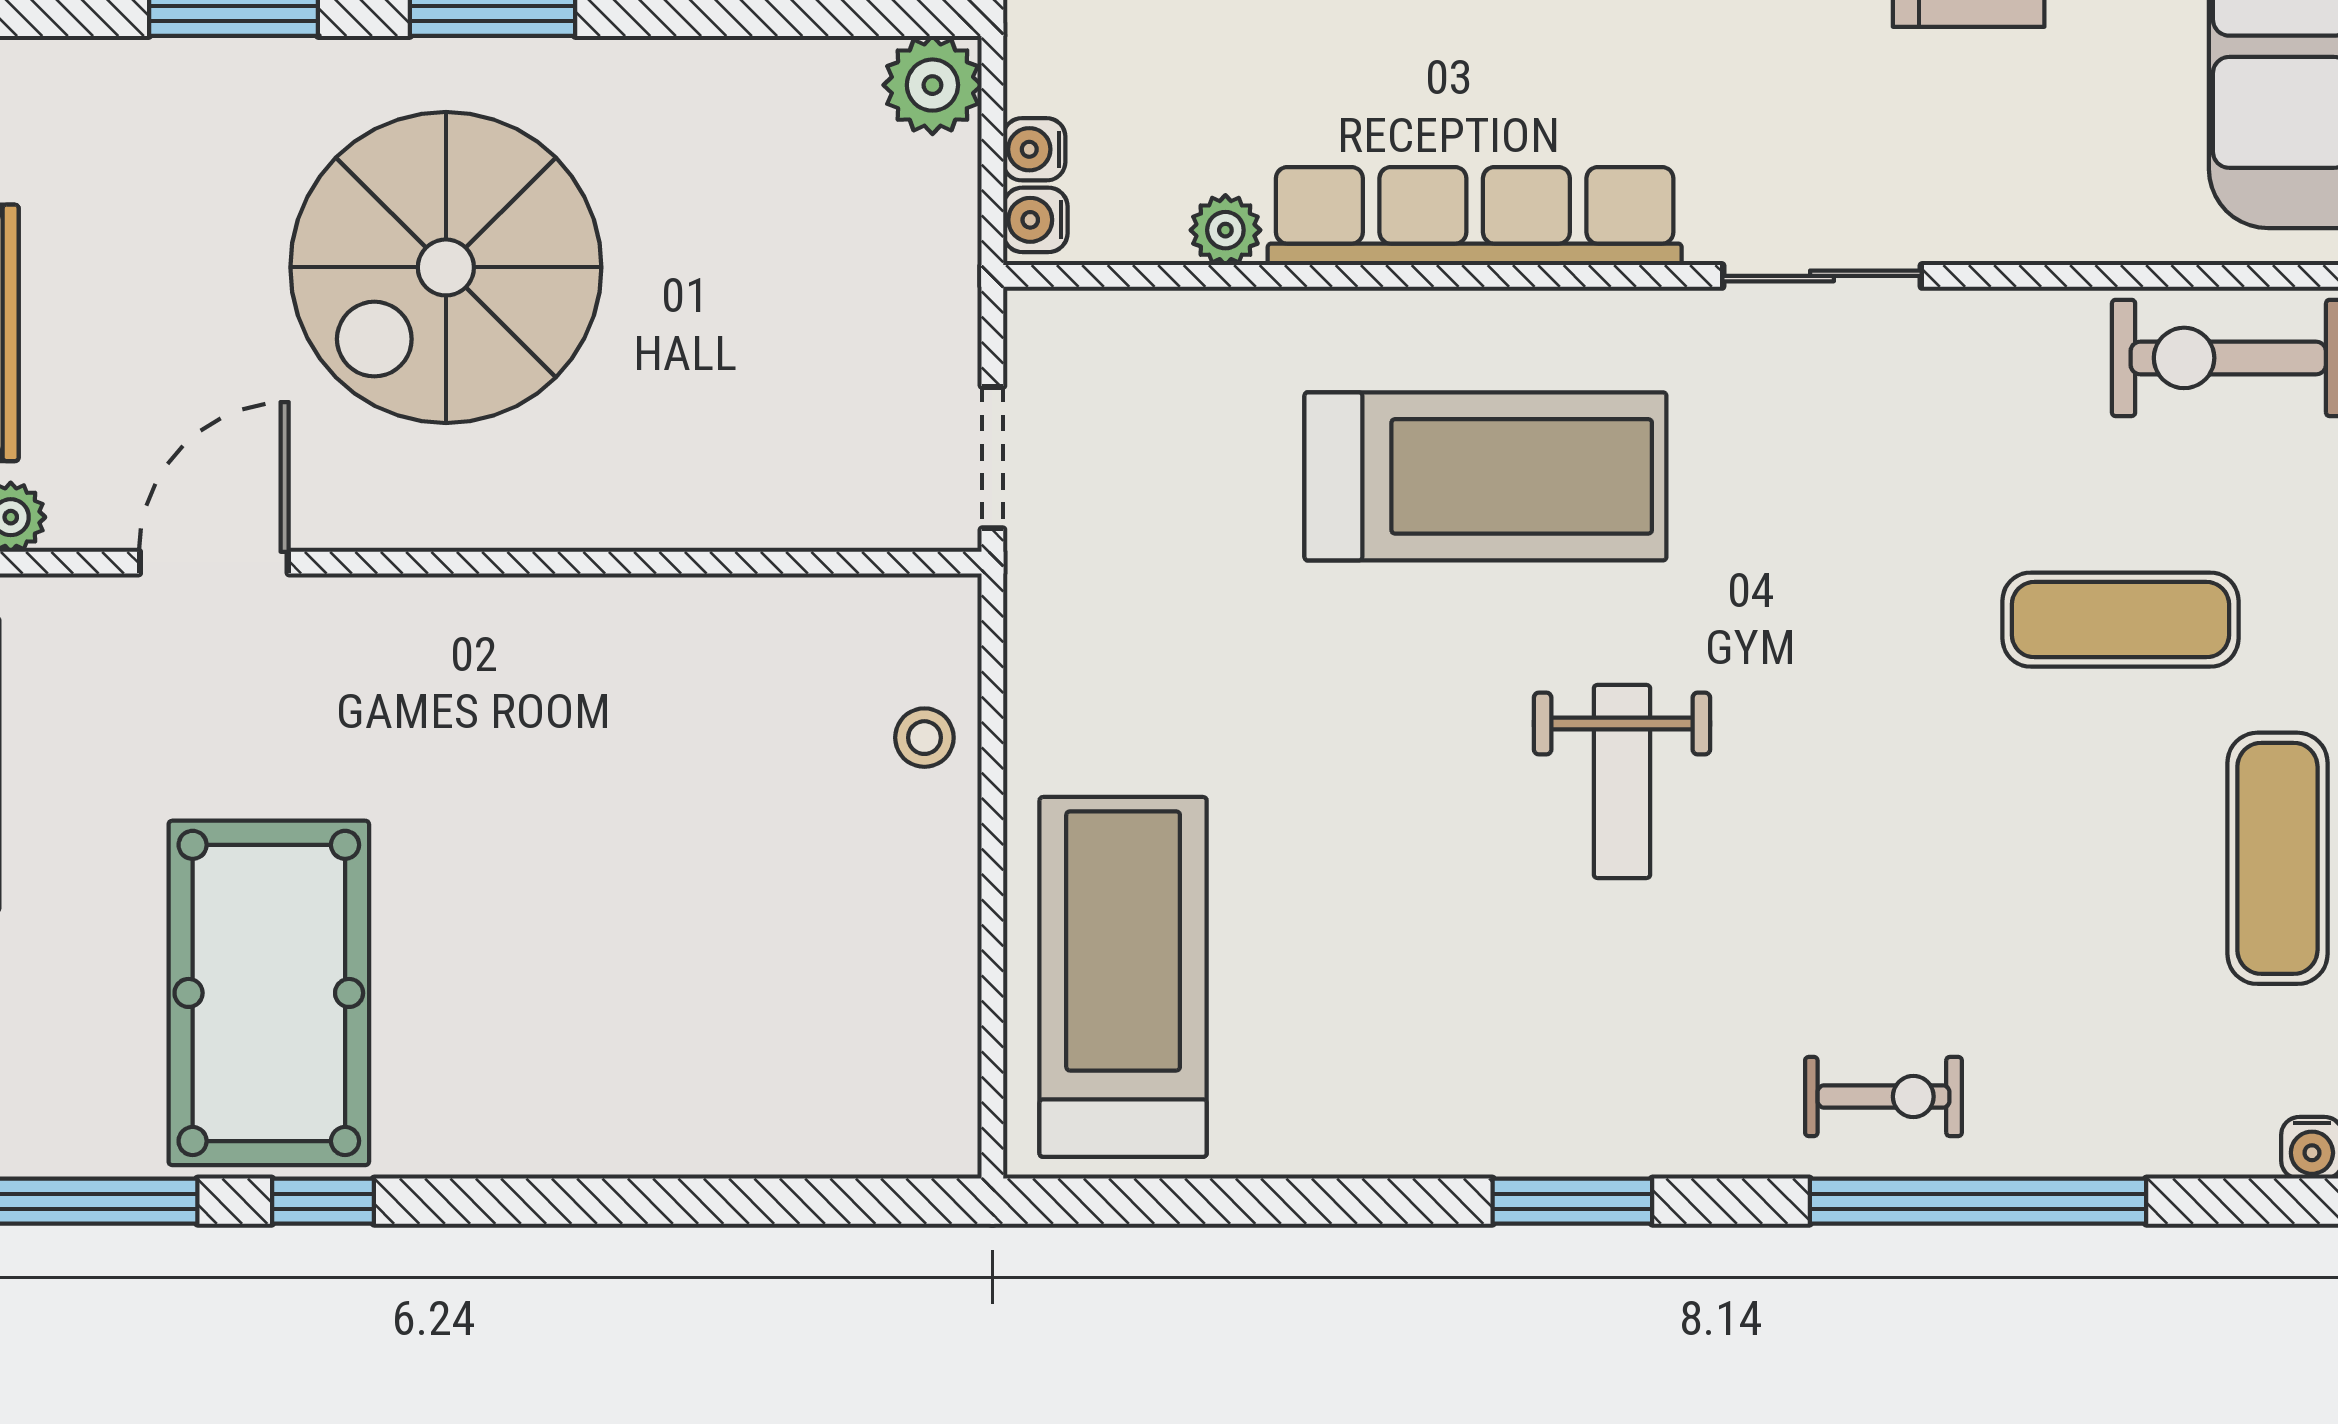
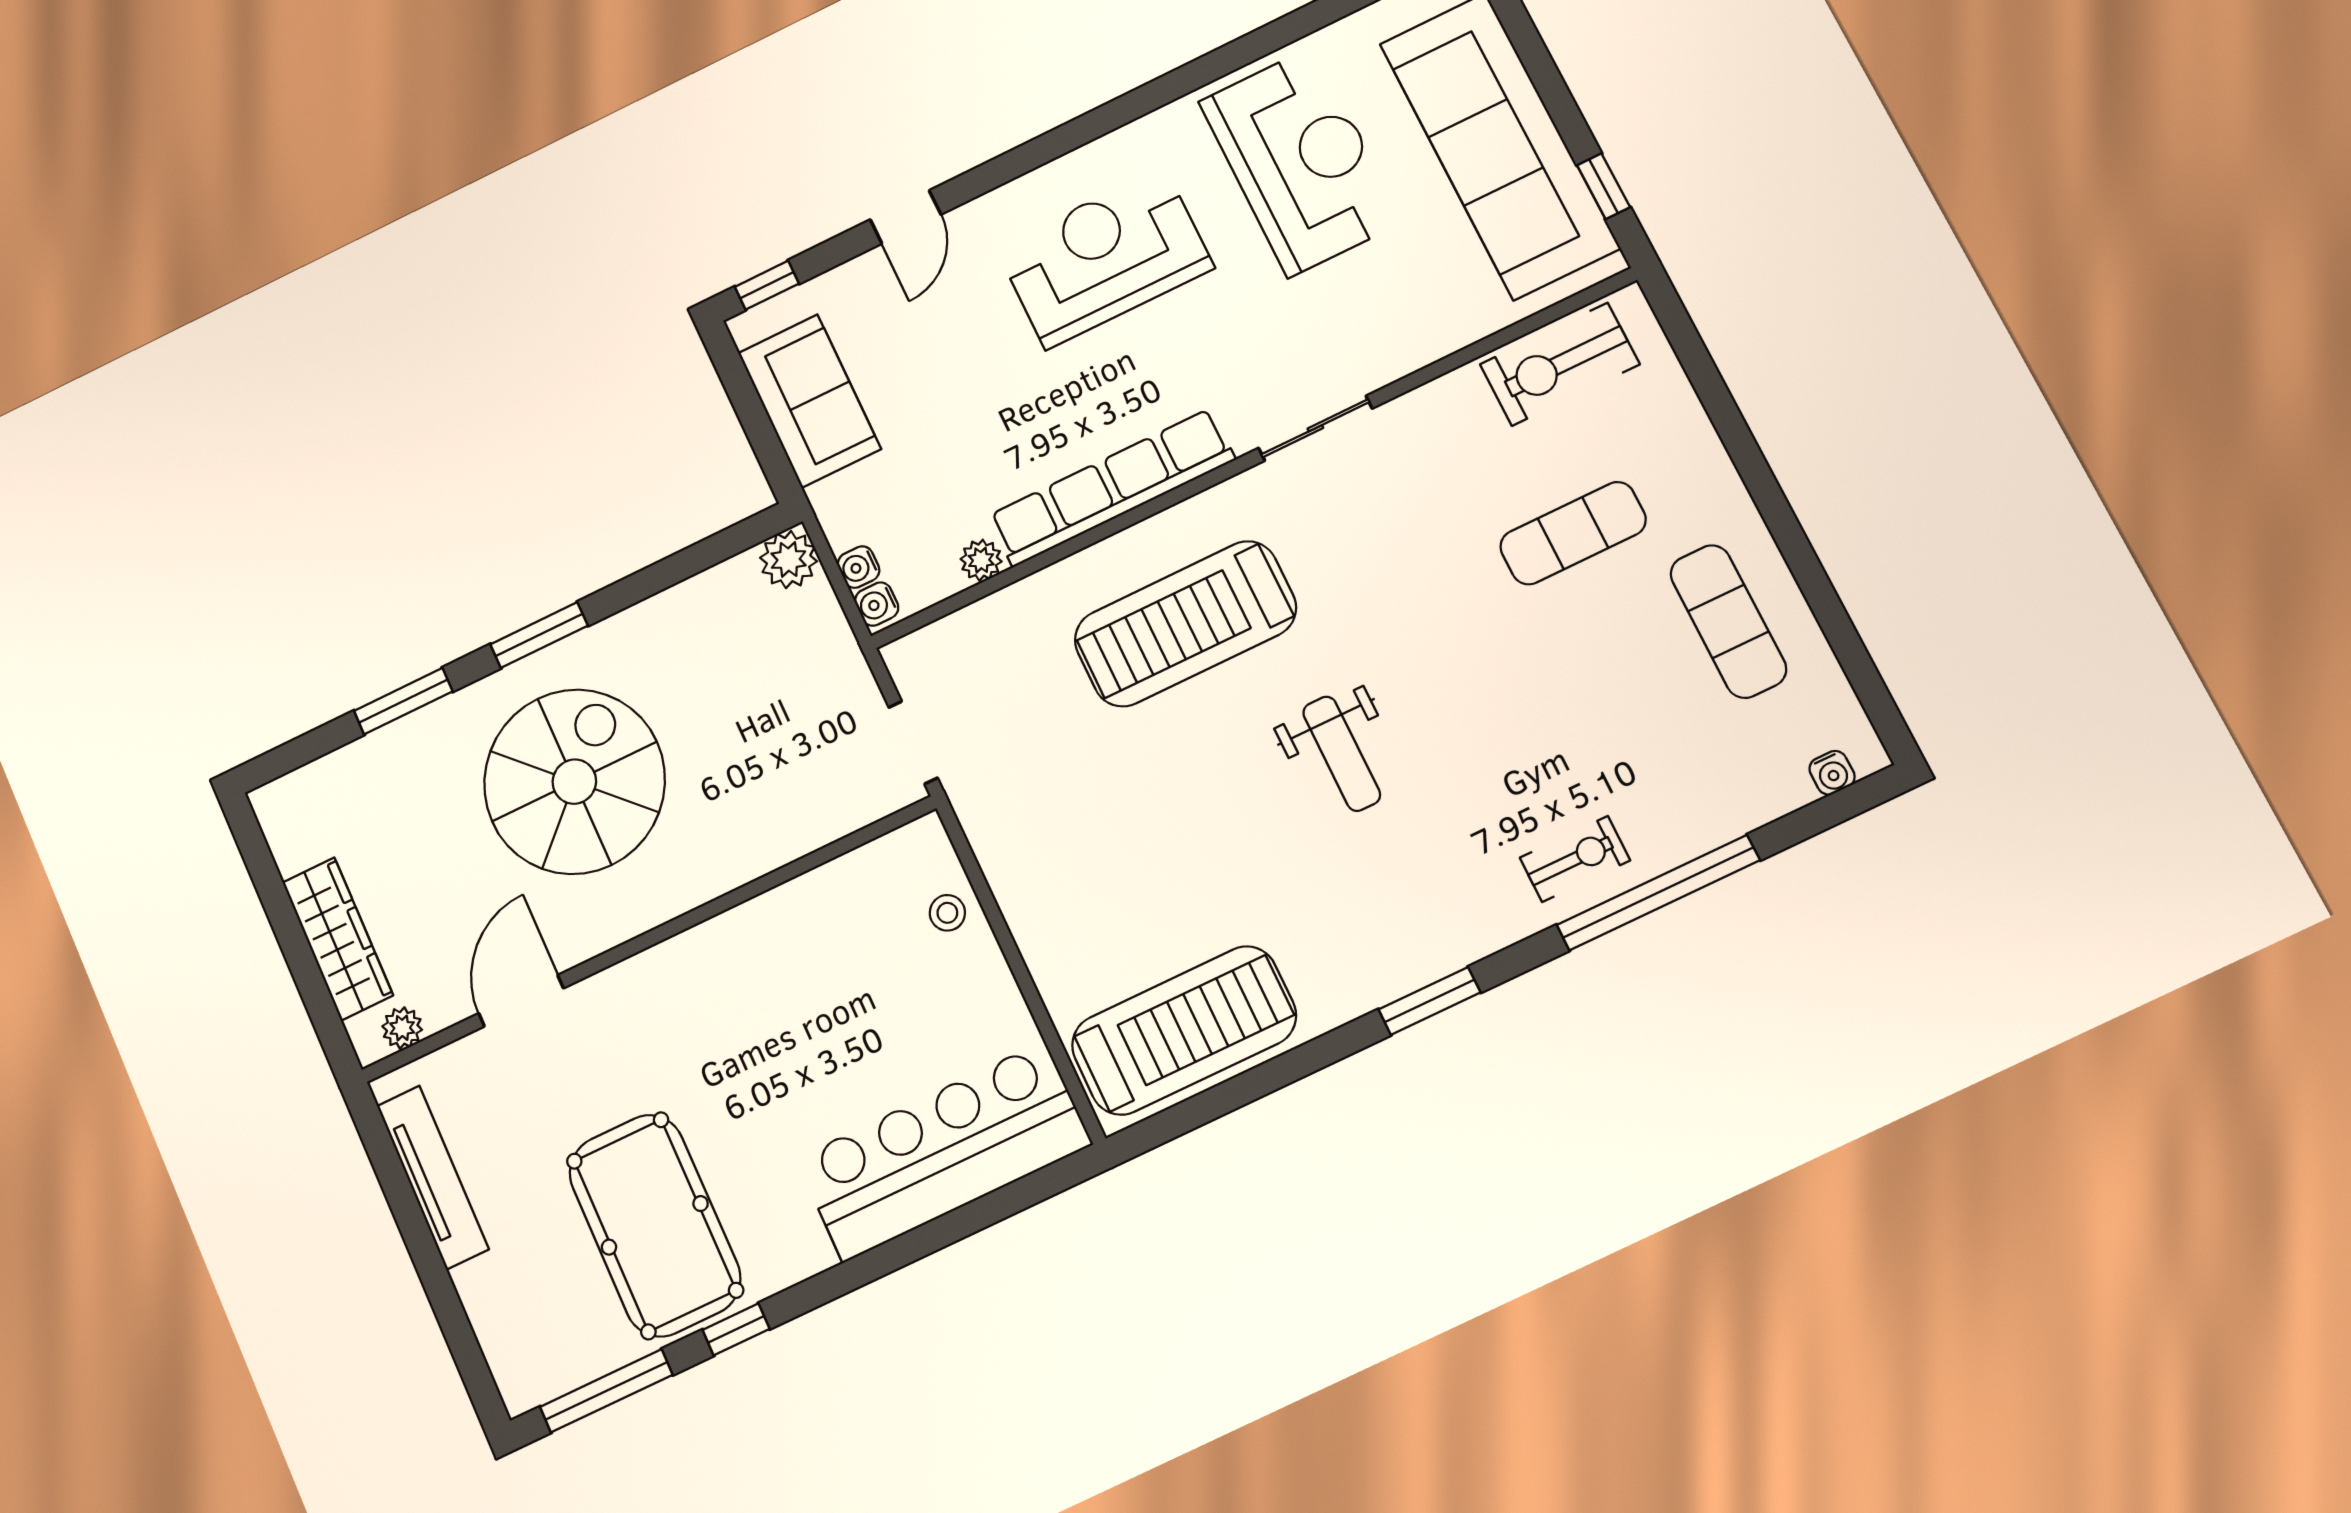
spiral stairs: (446, 267) -> (574, 782), turned 180
treadmill: (1485, 476) -> (1185, 624), turned 180
treadmill: (1123, 977) -> (1184, 1030), moved, turned 90
bar counter: (755, 1086) -> (944, 1152), added

